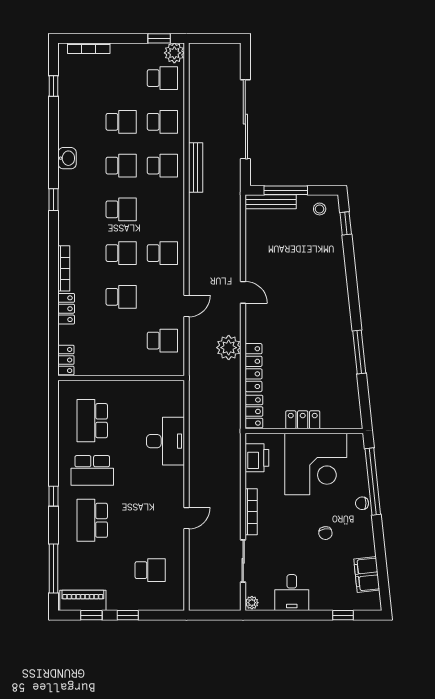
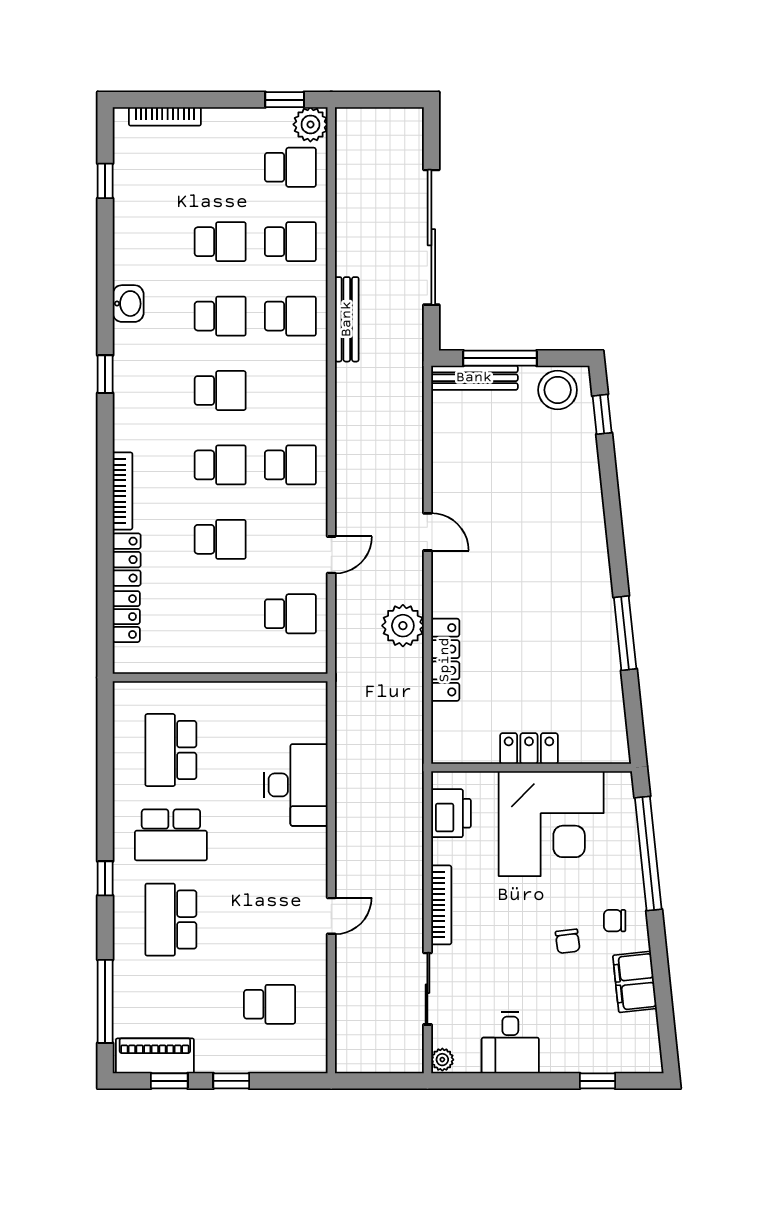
stool: (320, 209) -> (558, 390), width x1.89, depth x1.89
locker: (66, 360) -> (126, 617), moved
locker: (254, 411) -> (446, 734), removed
chair: (362, 503) -> (615, 921), moved
filing cabinet: (367, 575) -> (635, 982), moved

